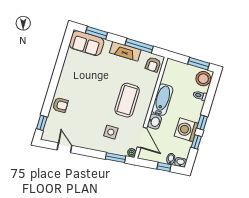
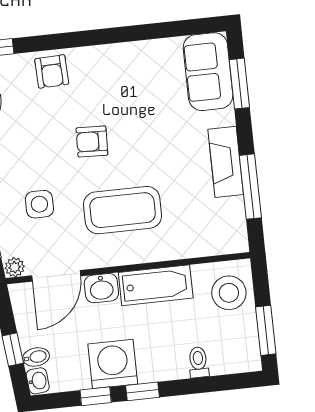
armchair: (153, 64) -> (92, 142), moved
stool: (203, 79) -> (229, 293), moved

